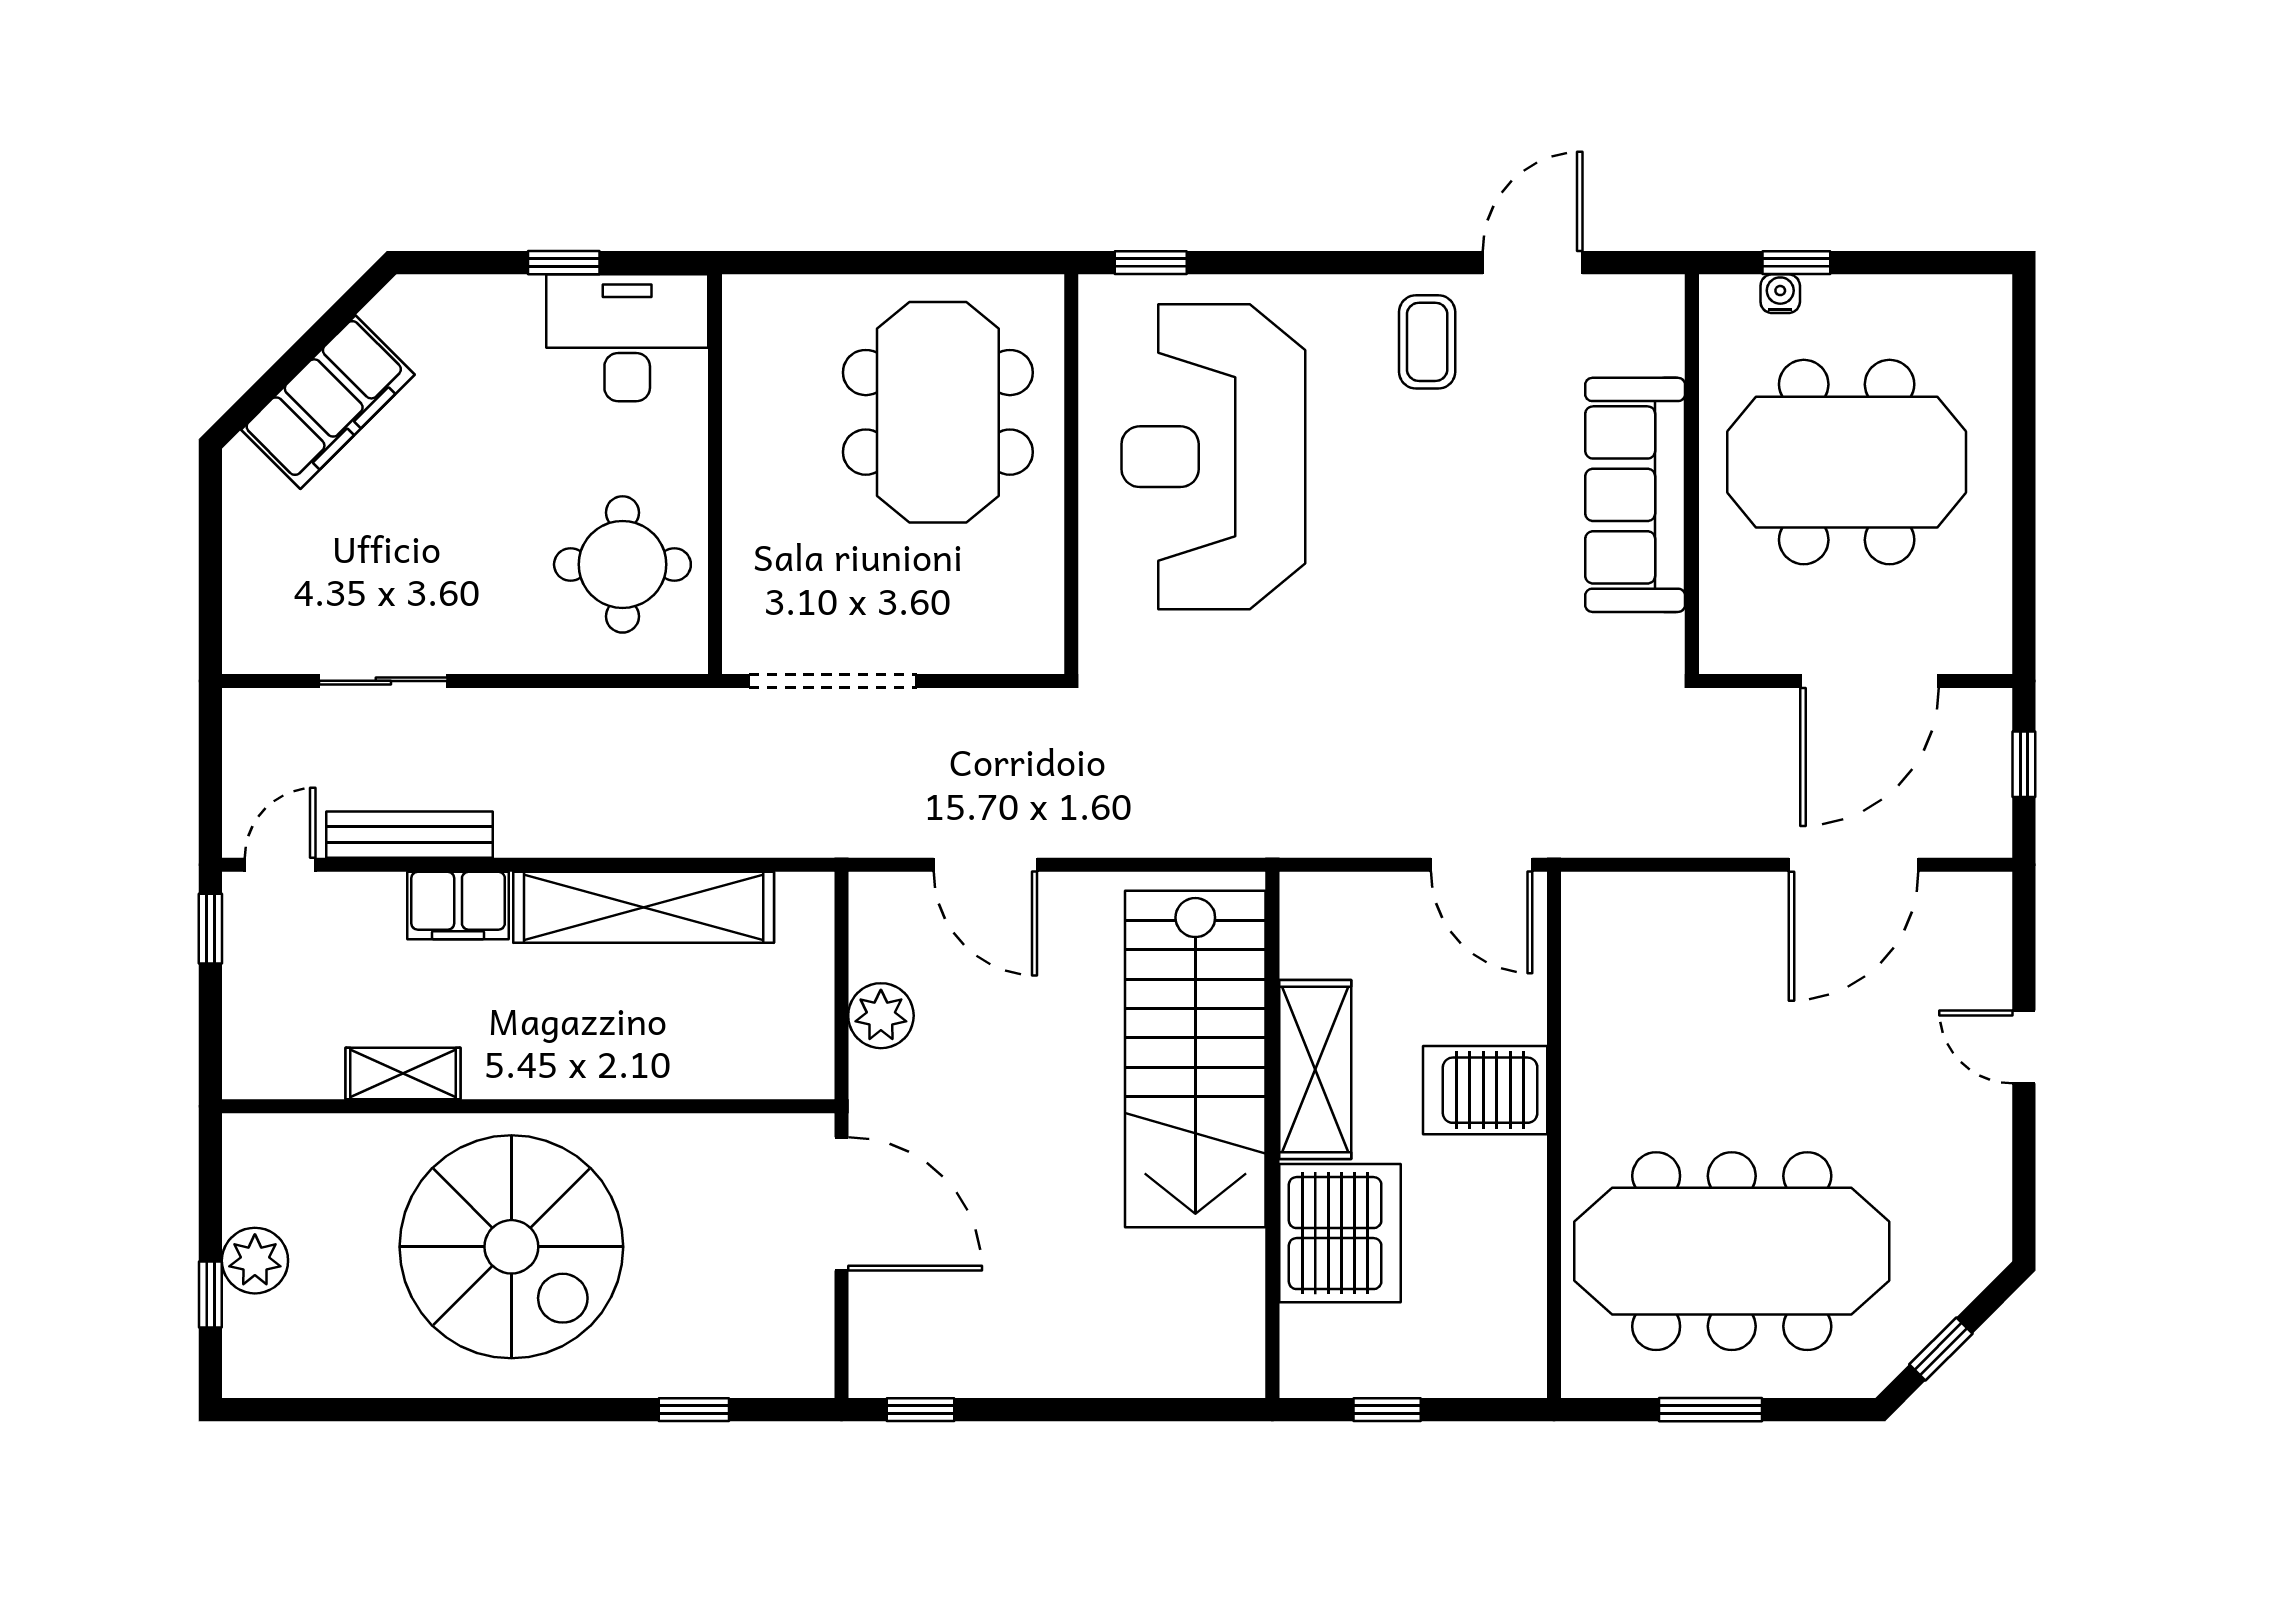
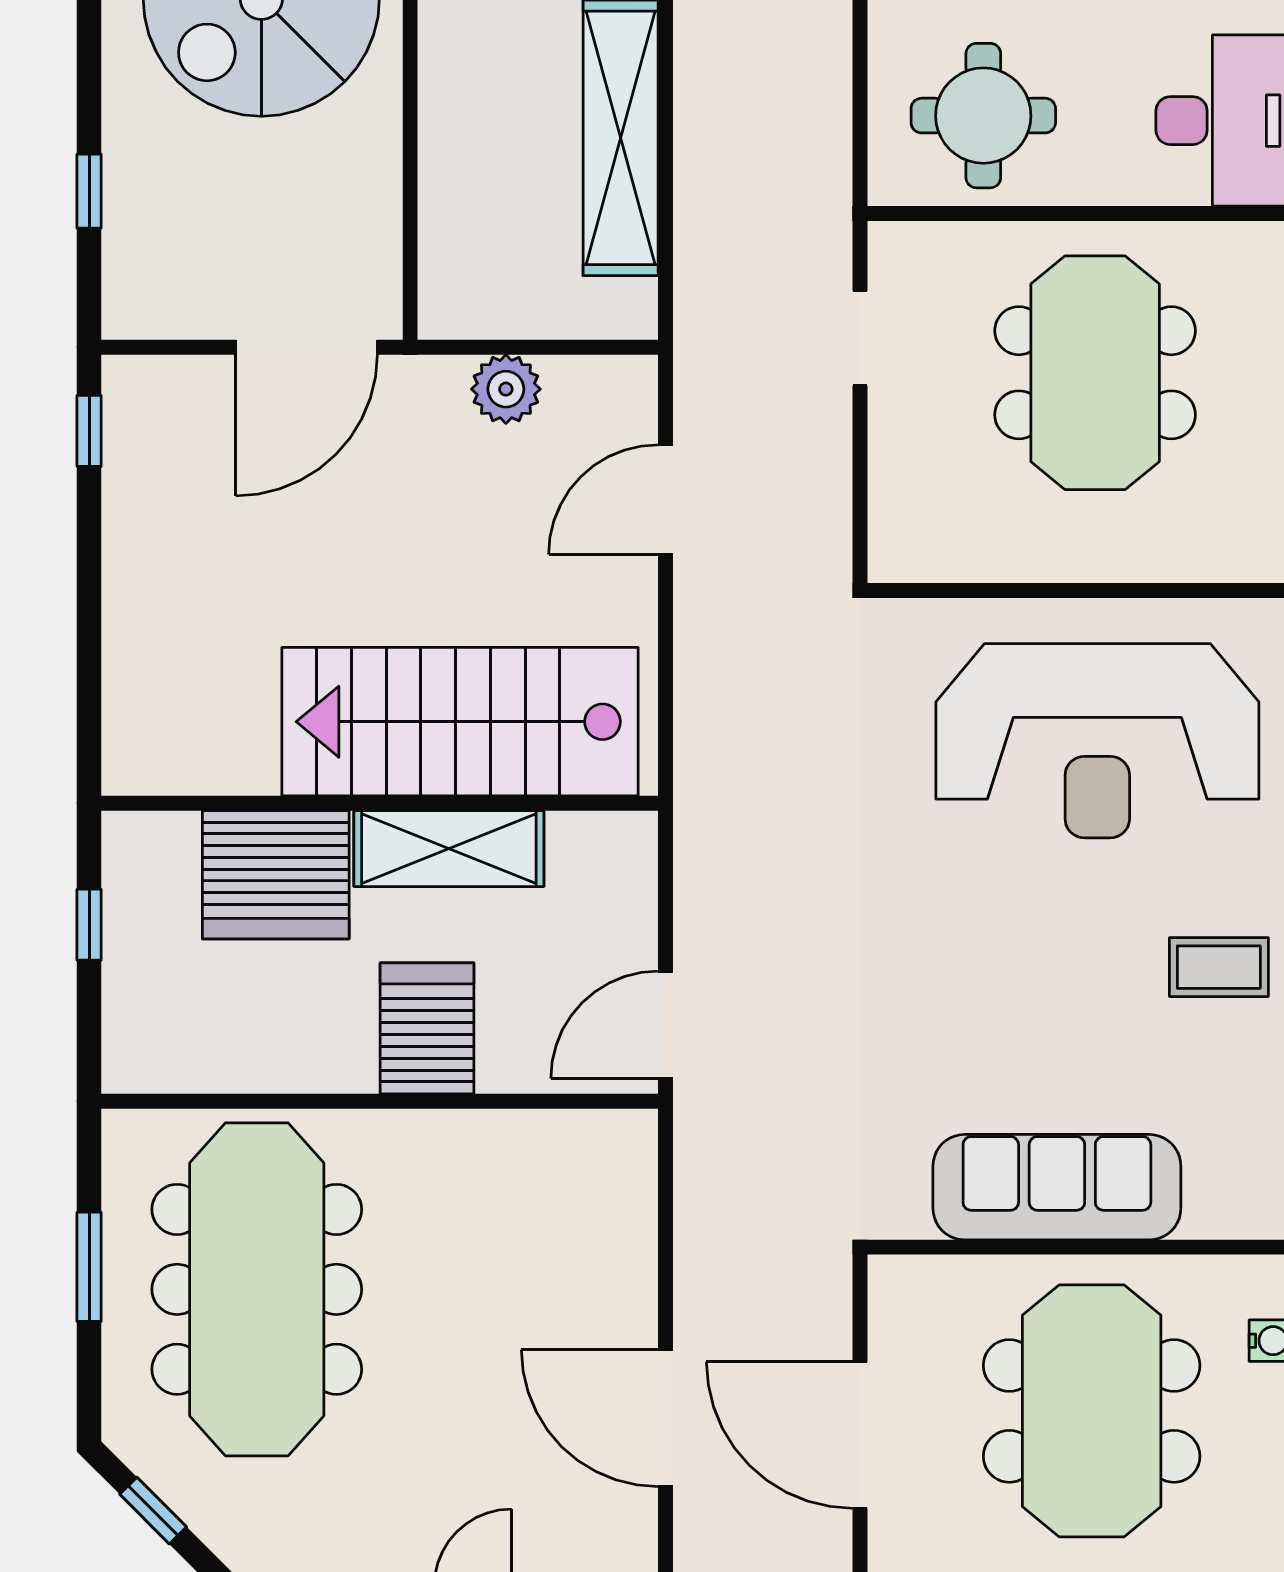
meeting table: (938, 412) -> (1095, 373), moved, turned 90
reception desk: (1213, 457) -> (1097, 741), turned 180
doorway: (833, 681) -> (860, 338), width x0.53

